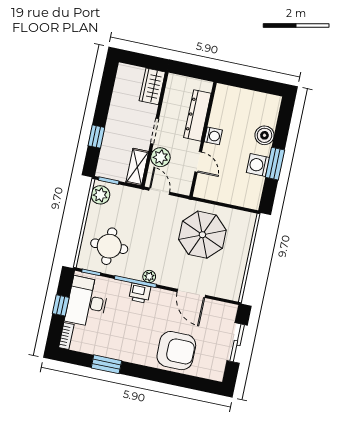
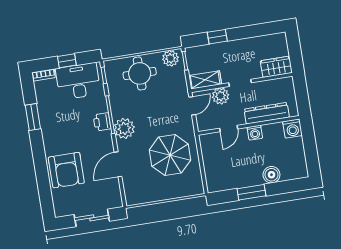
washing machine: (258, 165) -> (292, 129), moved, turned 180
round table: (109, 246) -> (140, 73), moved
plant: (149, 276) -> (124, 128), width x1.87, depth x1.87

